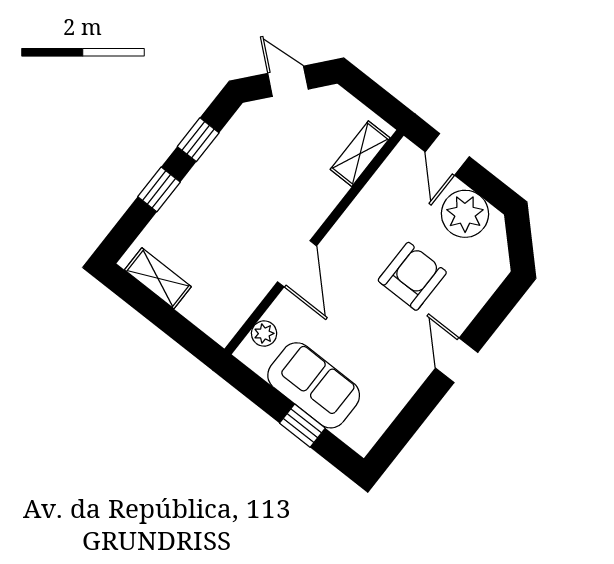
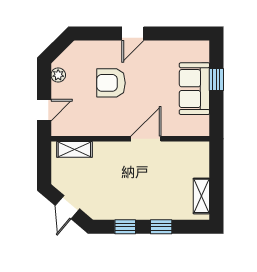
plant: (465, 214) -> (58, 75), width x0.53, depth x0.53
plant: (264, 334) -> (189, 129), removed

